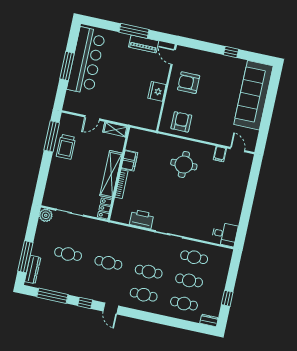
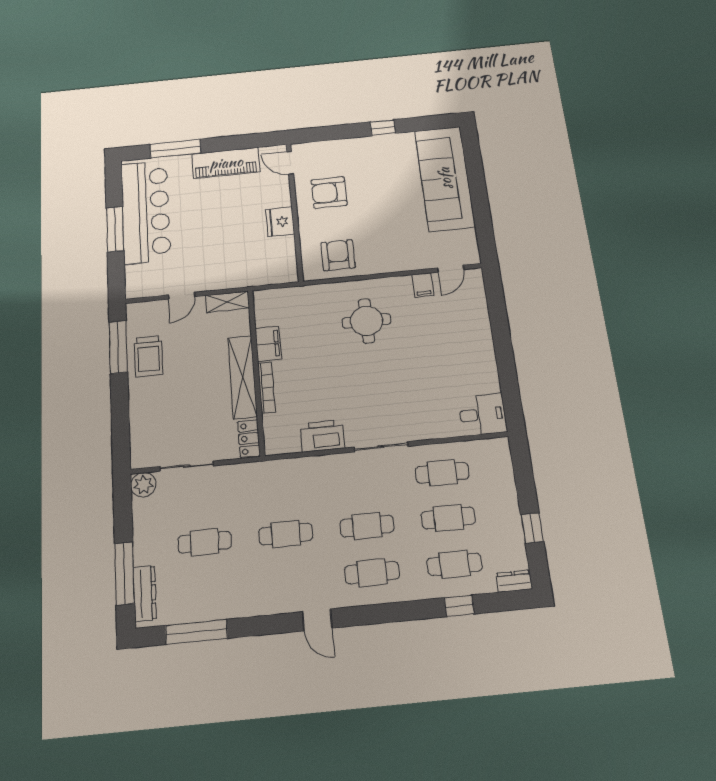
window: (134, 31) -> (175, 149), moved
piano: (144, 44) -> (226, 163), width x1.37, depth x1.33
door: (237, 150) -> (451, 269), swing flipped
window: (85, 303) -> (459, 606), moved

